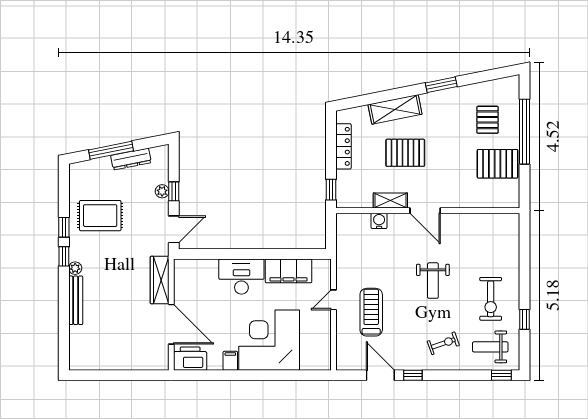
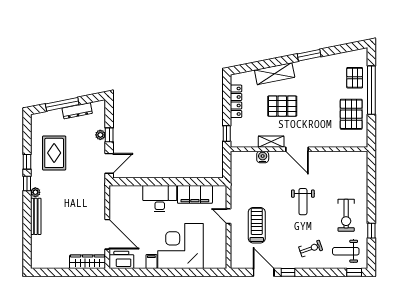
pallet: (488, 120) -> (355, 78), moved
pallet: (498, 164) -> (351, 114), turned 90
rug: (100, 216) -> (54, 153), turned 90
wardrobe: (160, 280) -> (88, 262), moved, turned 90
door: (334, 300) -> (229, 216), hinge flipped

